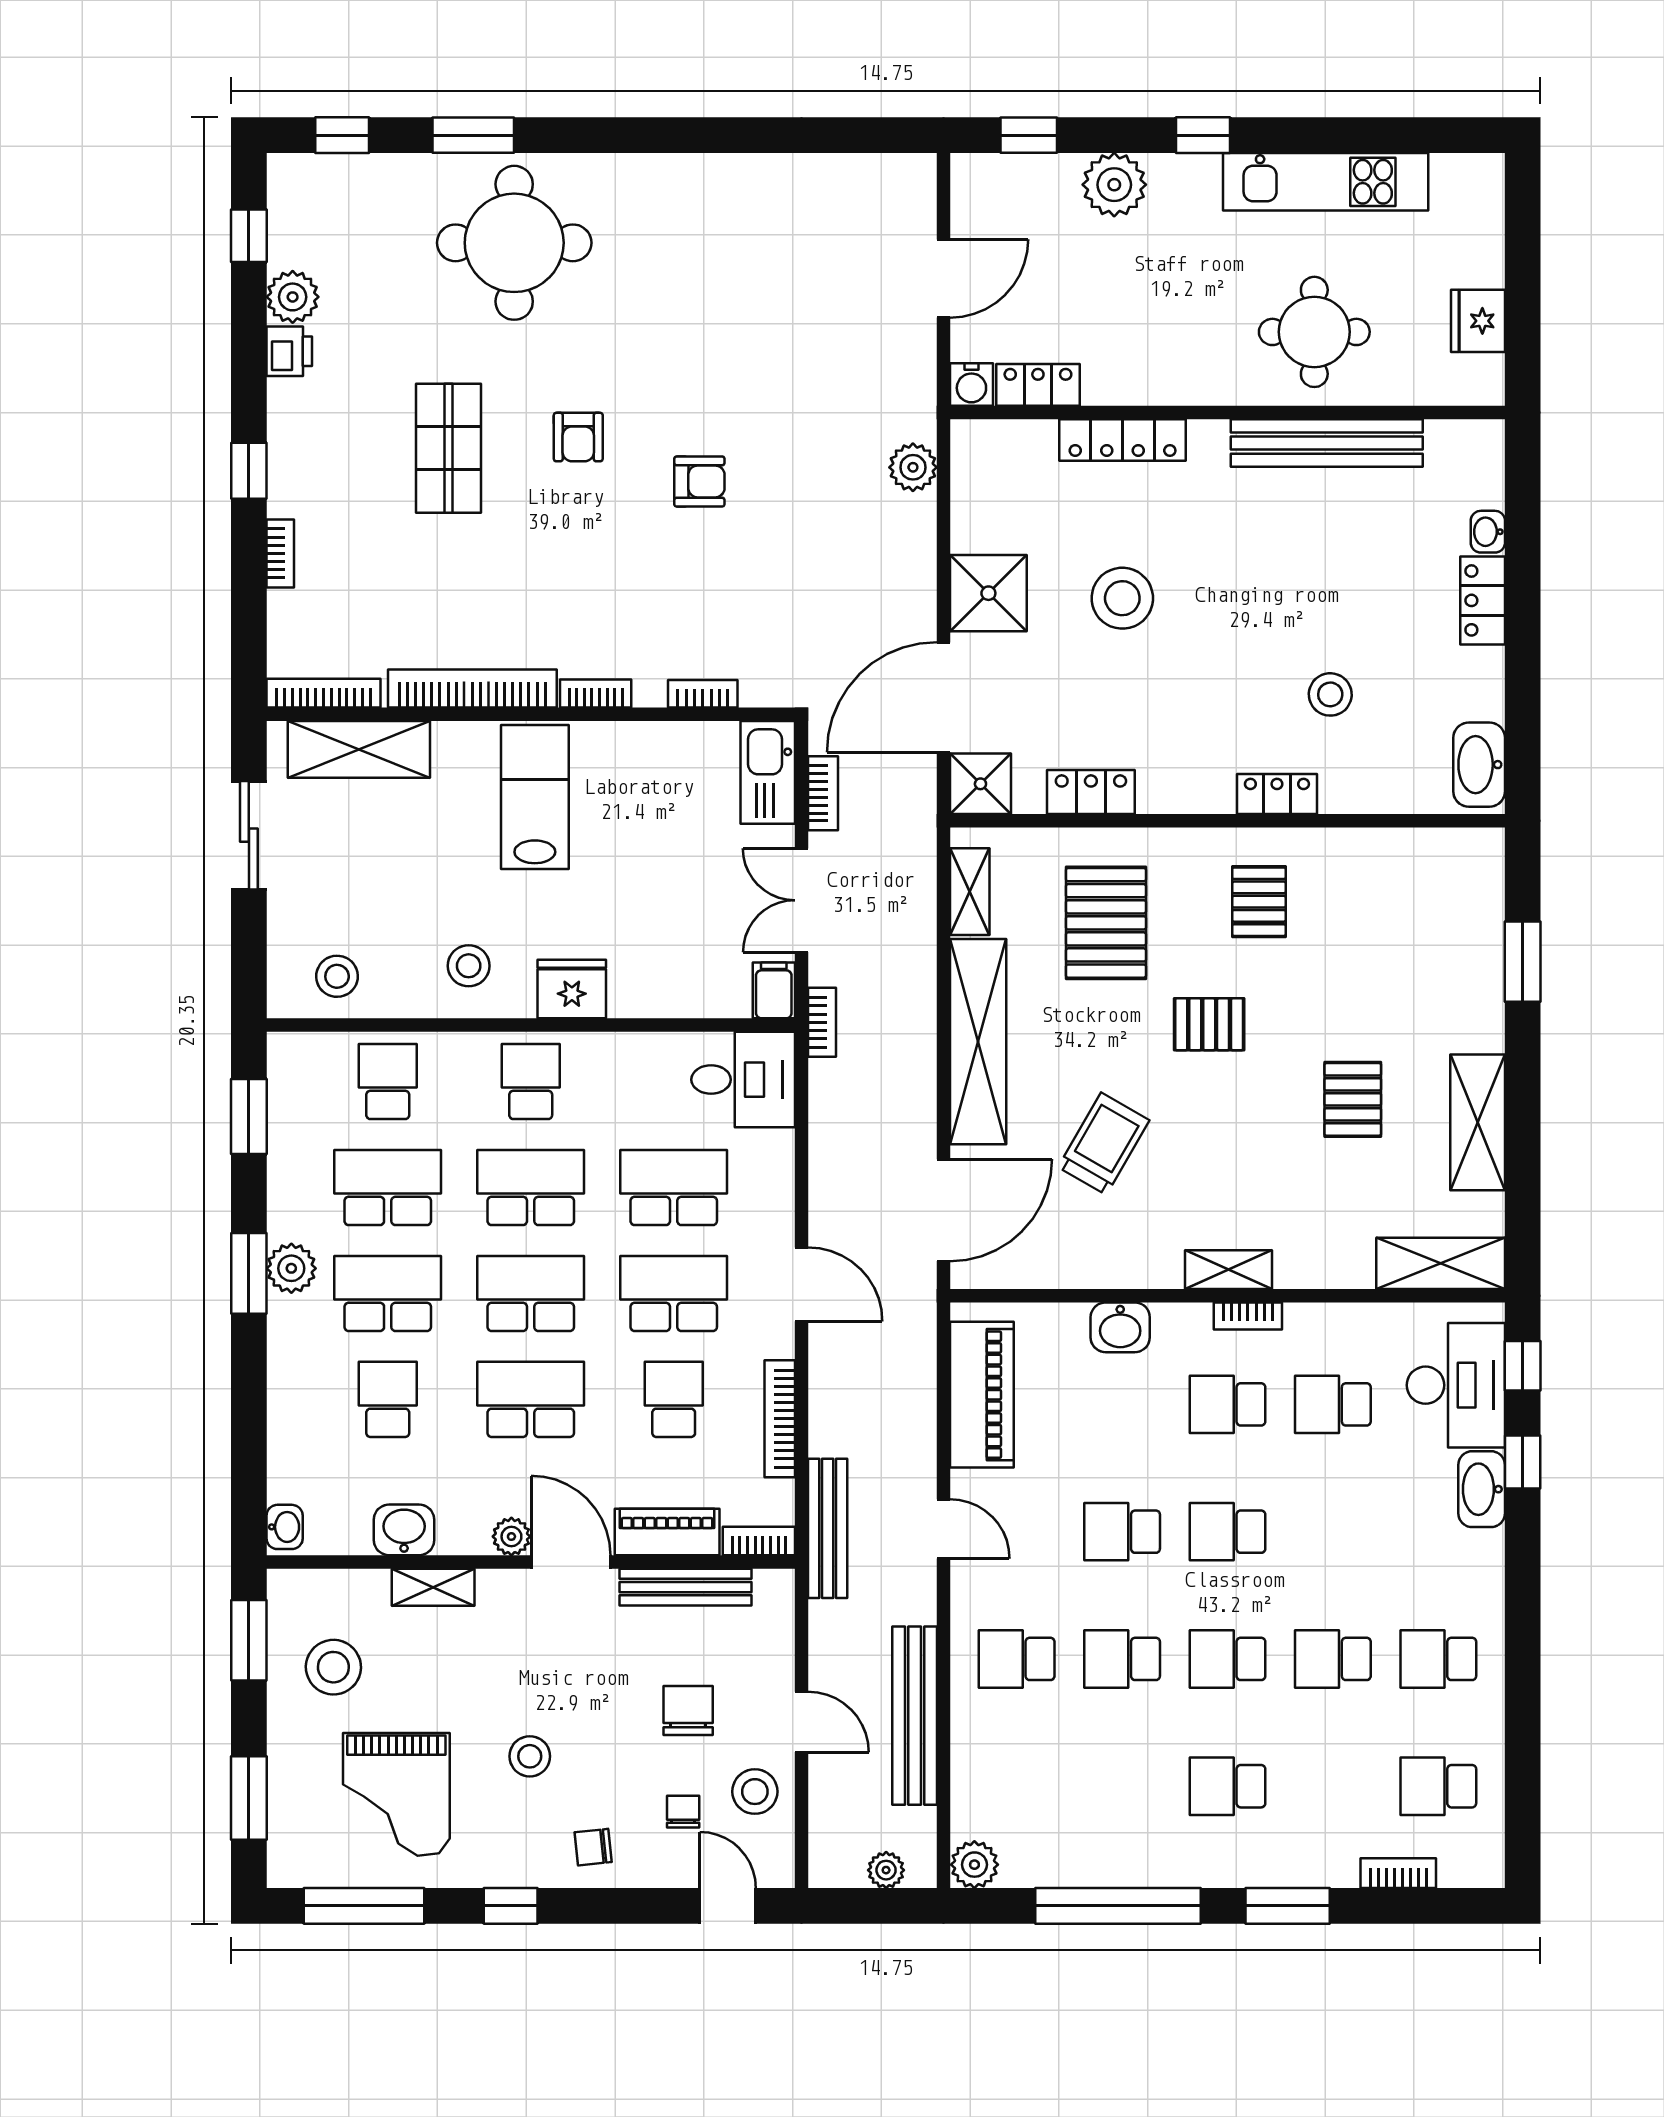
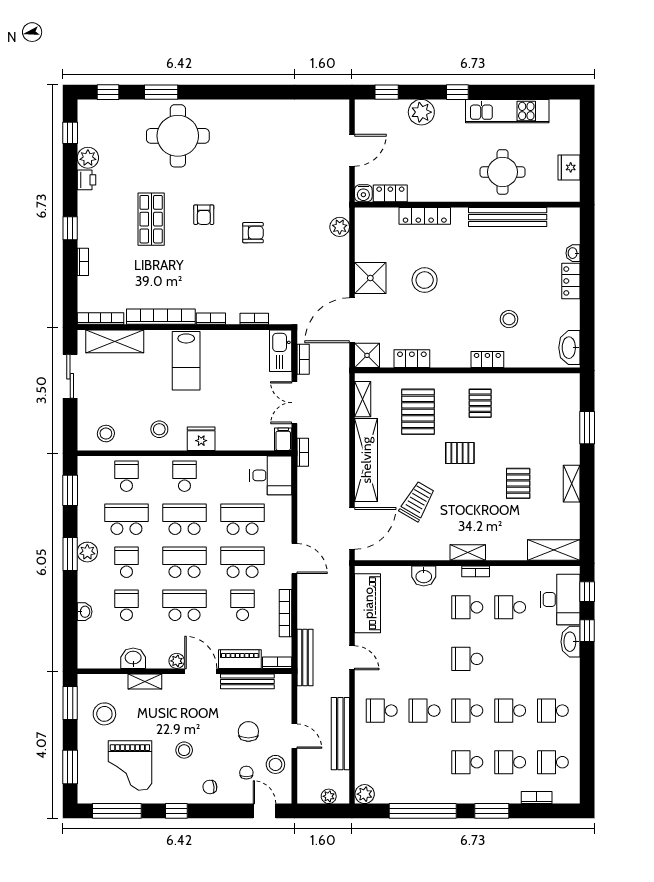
lab bench: (535, 797) -> (186, 361), turned 180
shelving: (1478, 1122) -> (572, 484), width x0.67, depth x0.75
school desk: (388, 1293) -> (126, 562), width x0.54
washbasin: (285, 1527) -> (85, 612), moved
school desk: (1122, 1532) -> (510, 762), moved

